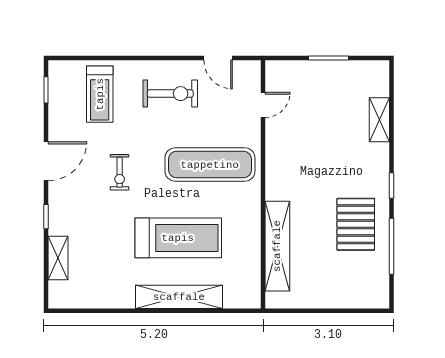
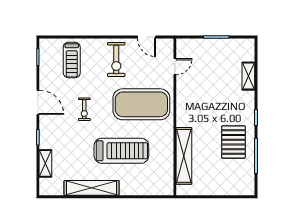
exercise bike: (170, 94) -> (116, 60), turned 90
door: (46, 161) -> (38, 102), hinge flipped
exercise mat: (210, 165) -> (141, 104), width x1.47
shelving: (179, 297) -> (92, 188), moved

